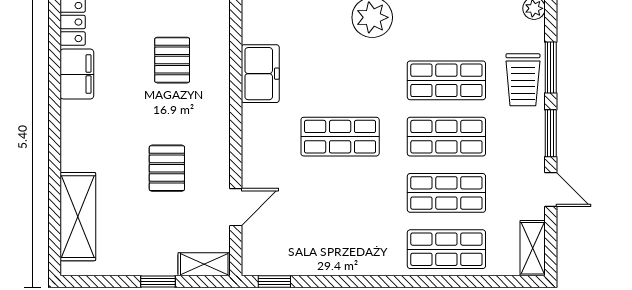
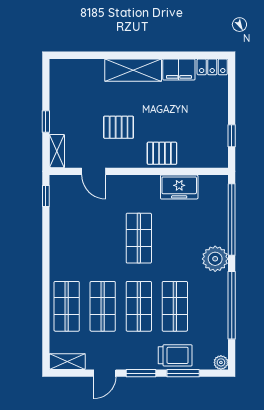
pallet: (172, 60) -> (162, 153), moved
trolley: (523, 80) -> (175, 355), turned 180
shelving: (78, 217) -> (133, 70), moved

